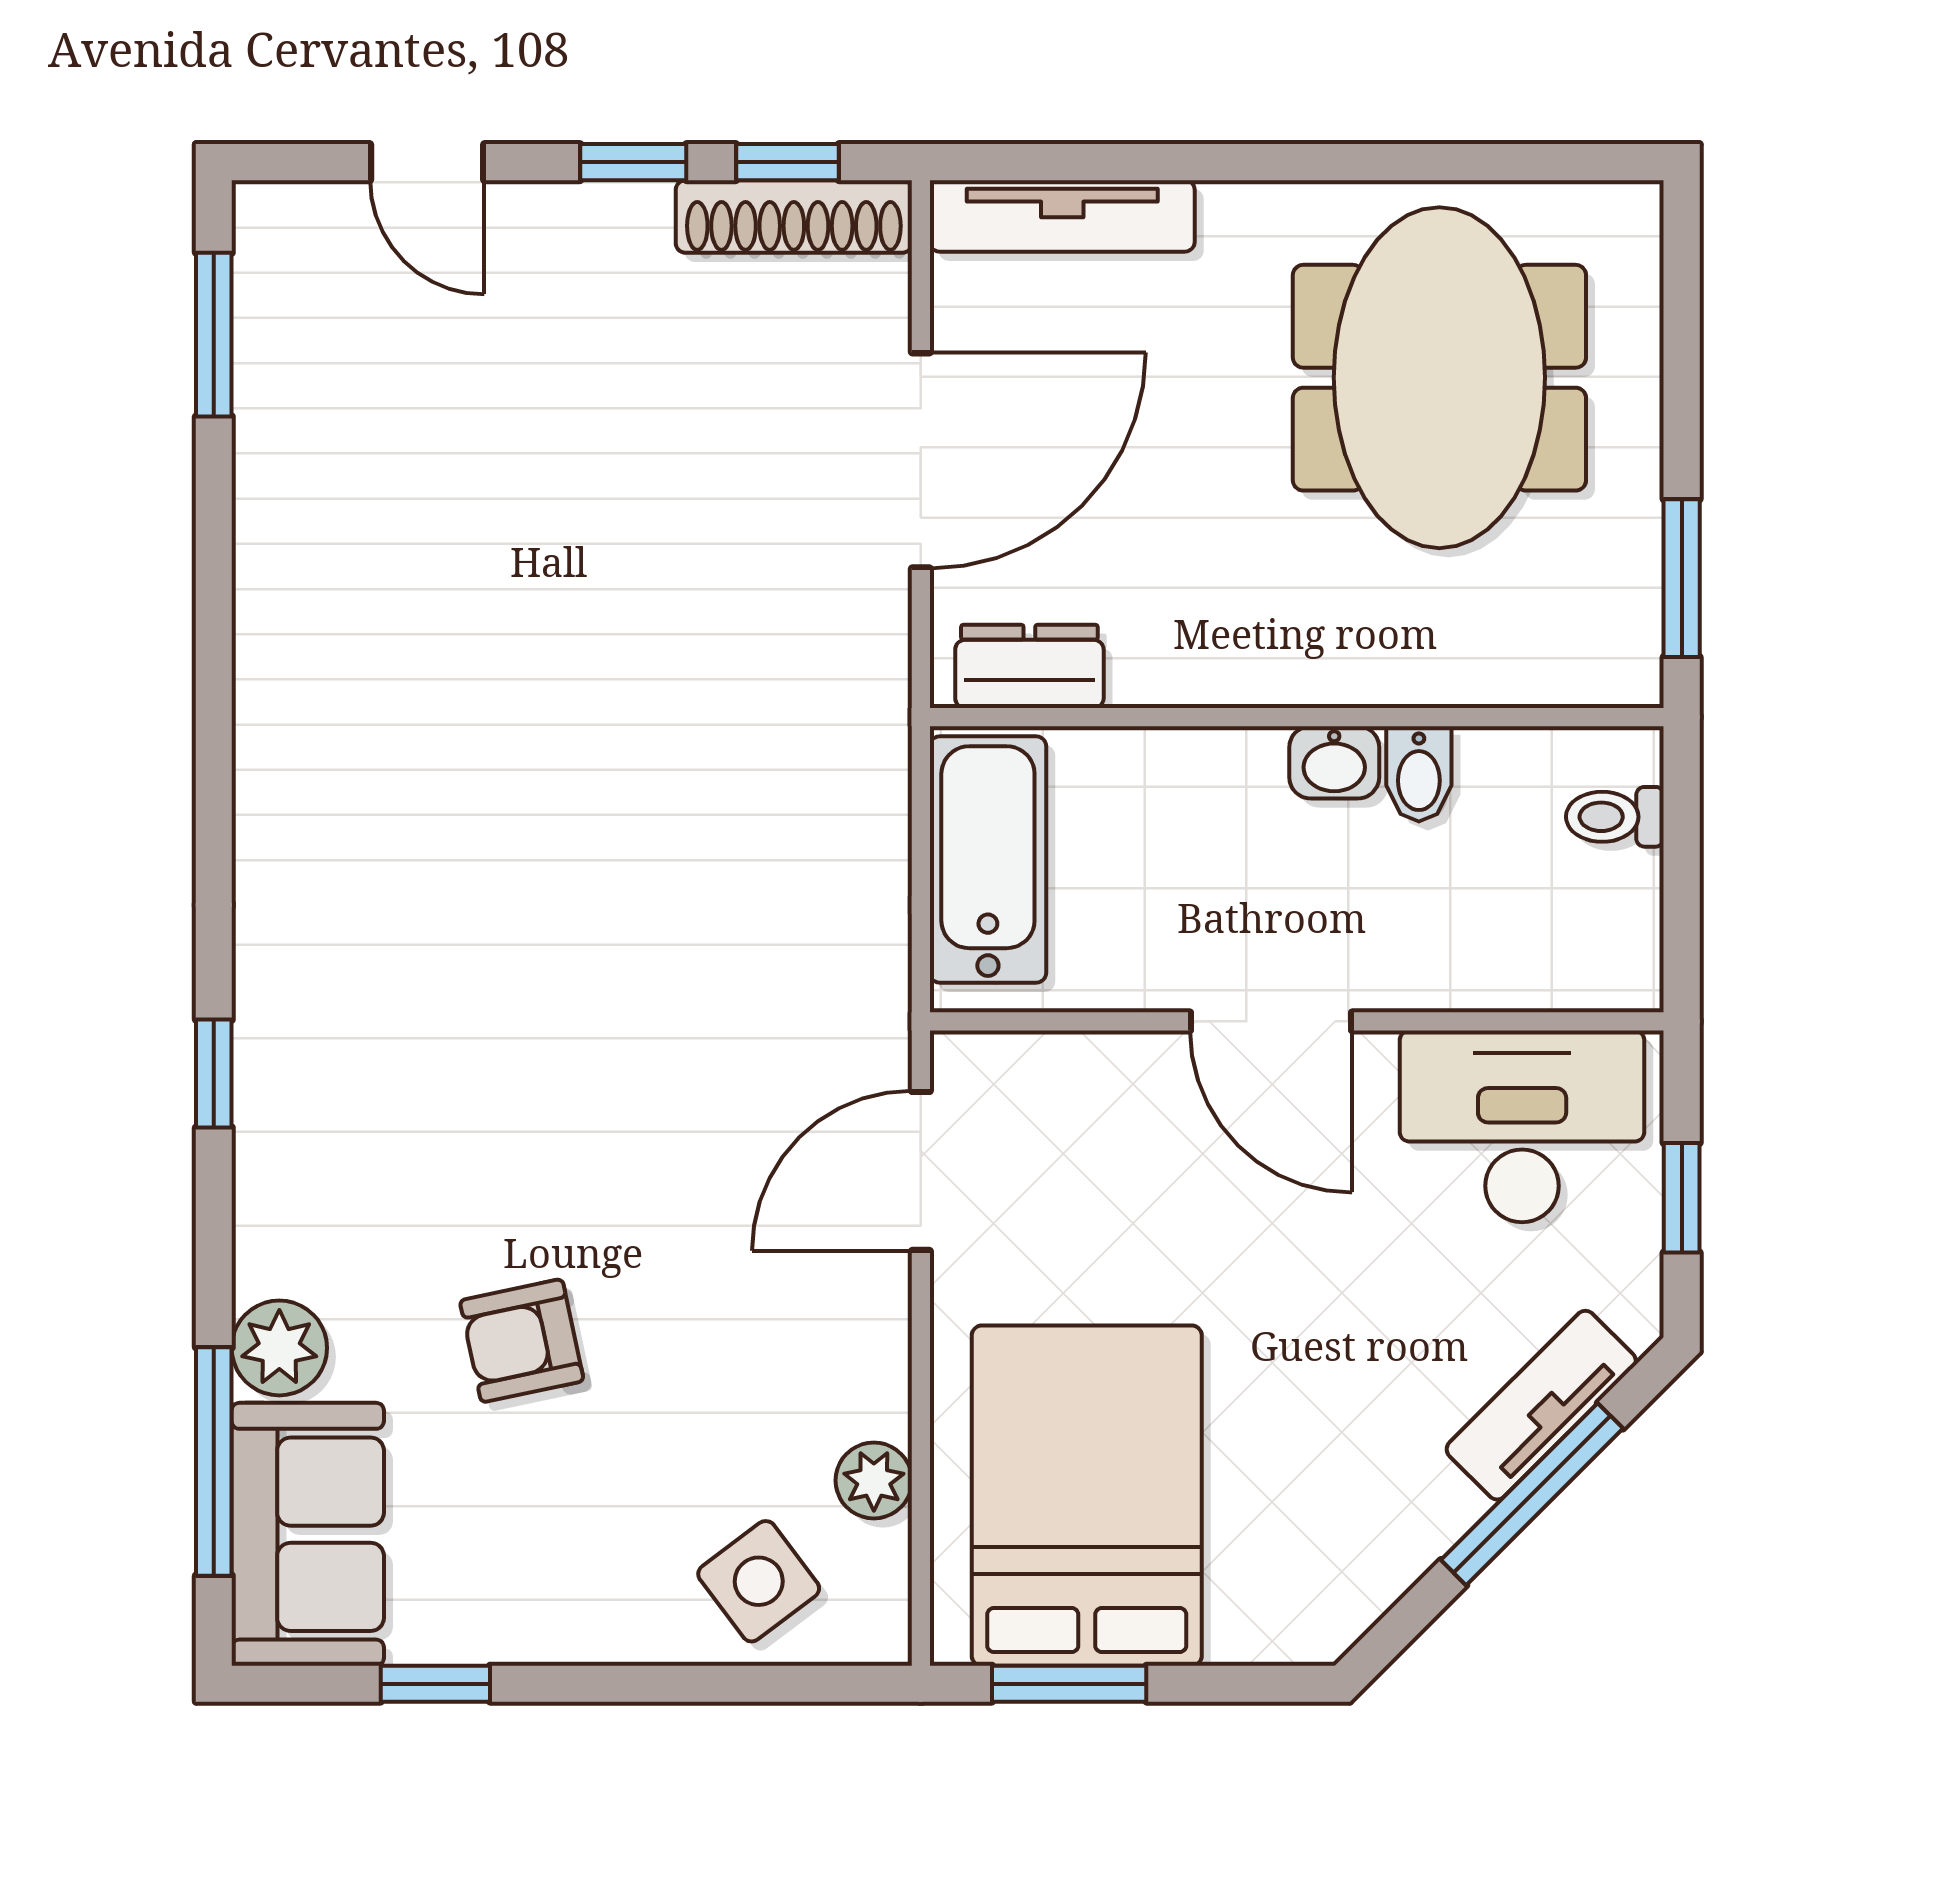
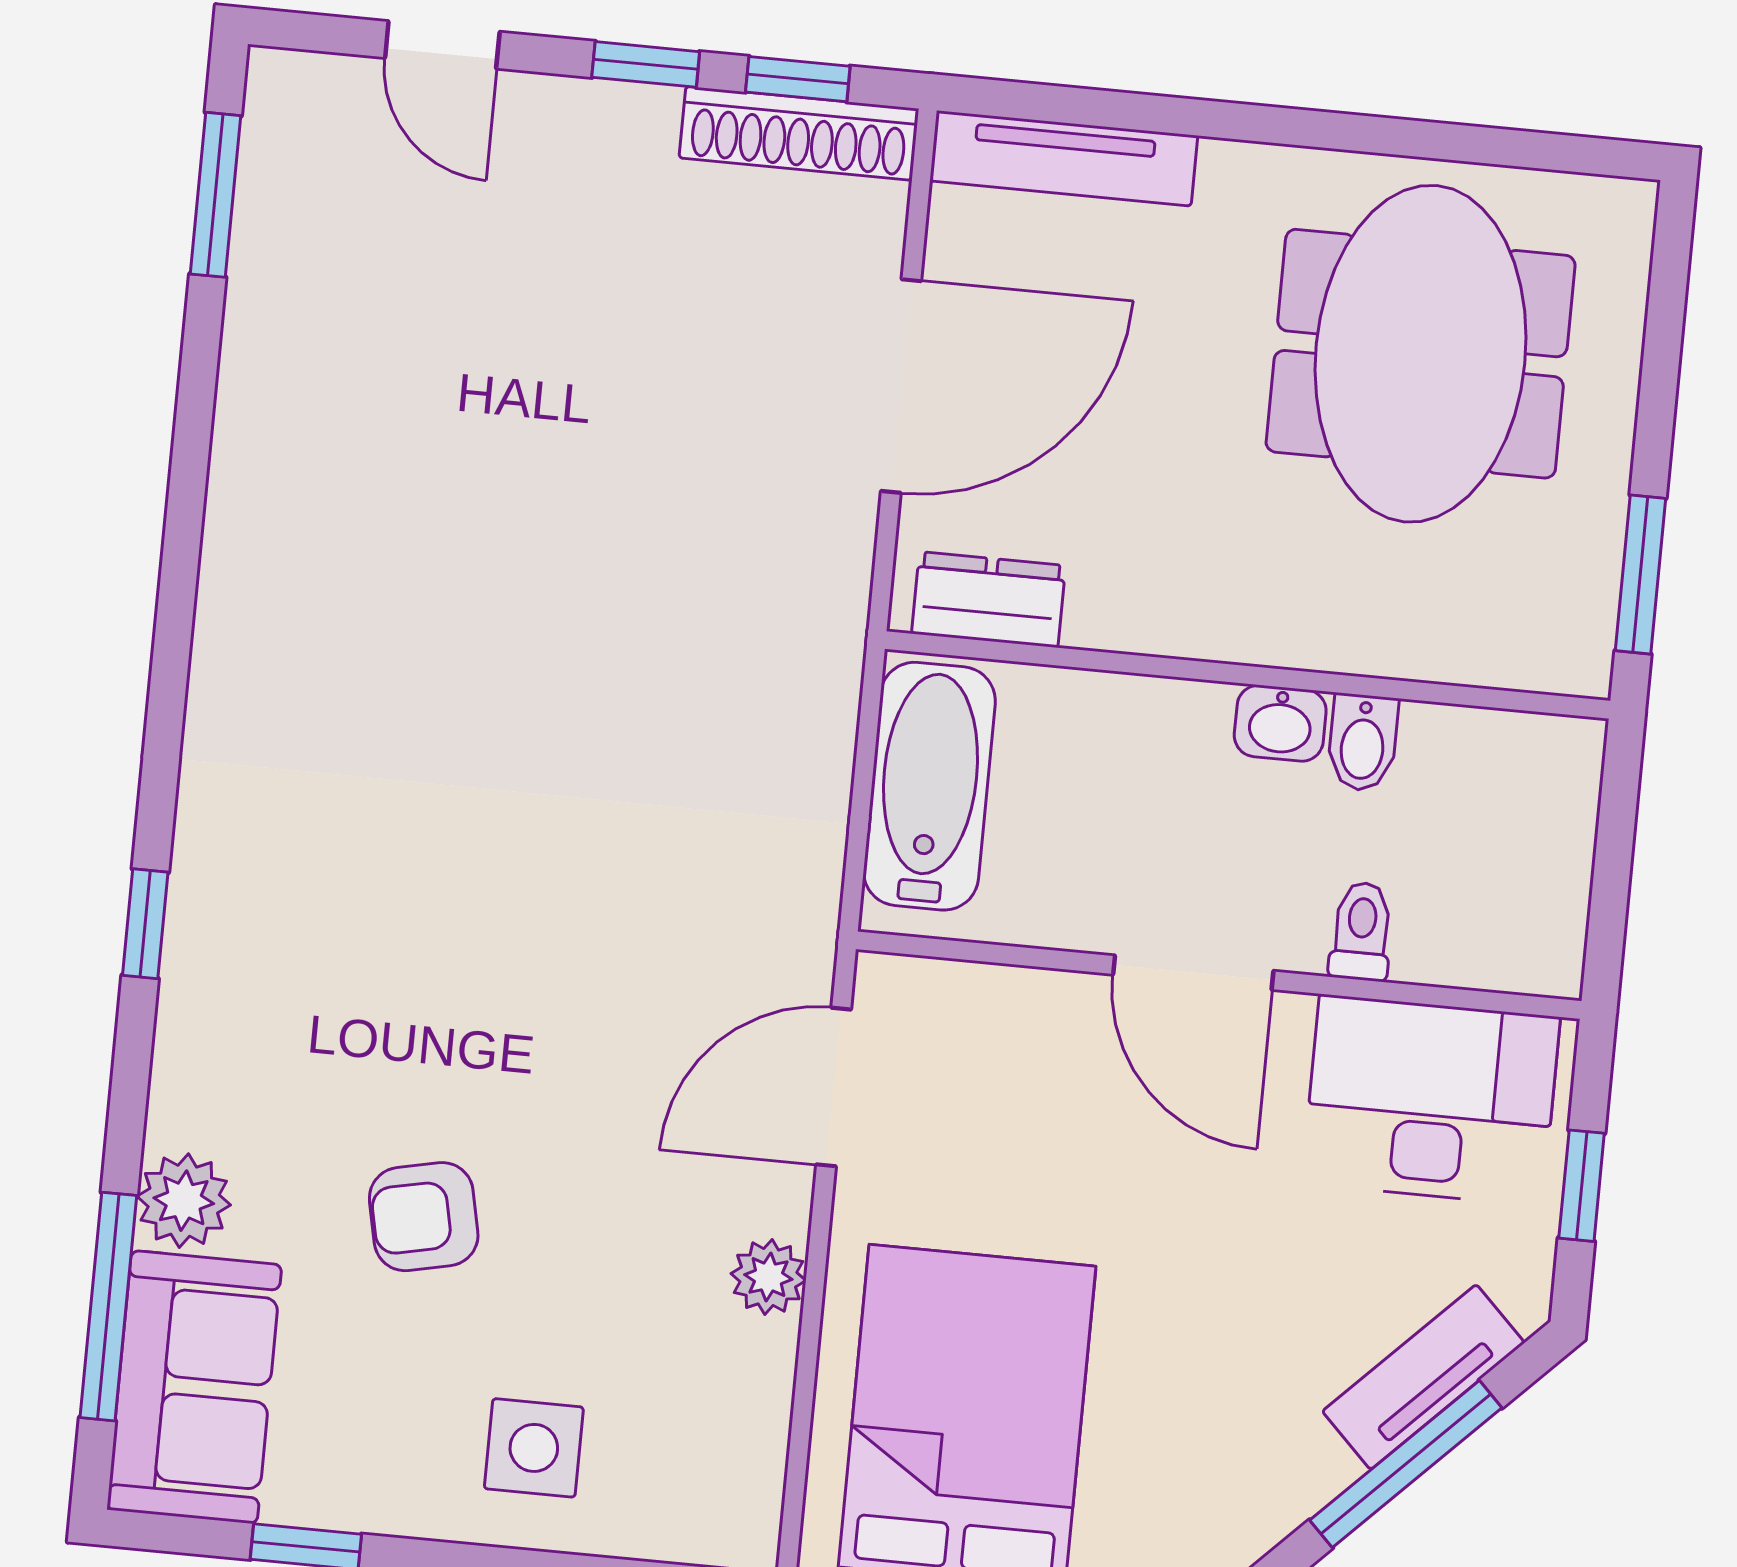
toilet: (1615, 817) -> (1361, 931), moved, turned 90
plant: (874, 1480) -> (768, 1277), moved
side table: (759, 1581) -> (534, 1448), moved, turned 37

